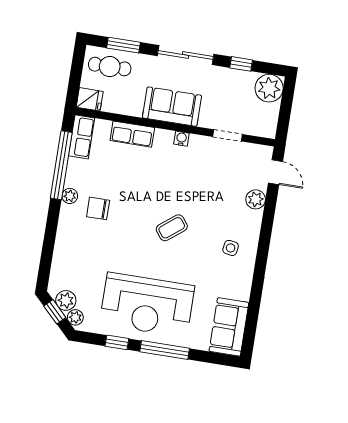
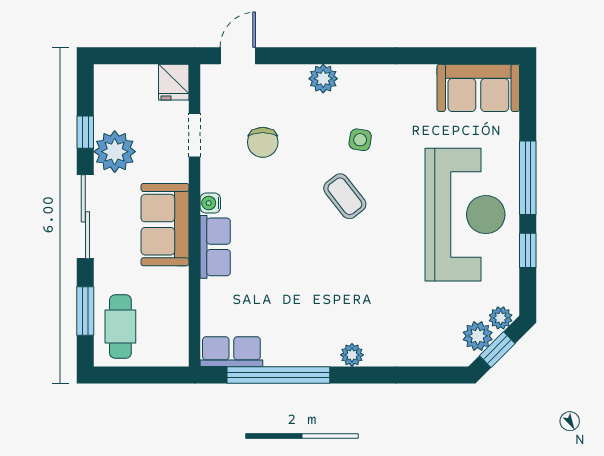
plant: (269, 88) -> (115, 152), moved
fridge: (90, 99) -> (174, 82), moved, turned 180
row of seats: (132, 134) -> (215, 247), moved
plant: (70, 196) -> (352, 355), moved
plant: (256, 199) -> (323, 79), moved
chair: (98, 208) -> (263, 142), moved
side table: (231, 248) -> (360, 140), moved

